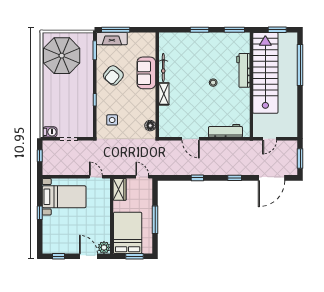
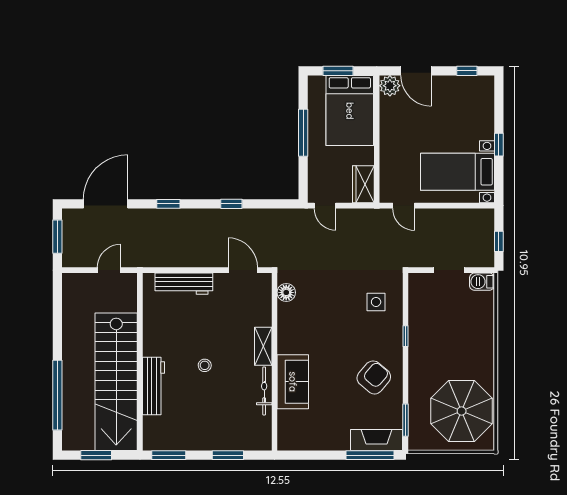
bicycle: (163, 67) -> (264, 391), moved
sofa: (146, 73) -> (293, 382), moved
wall: (157, 85) -> (275, 362), moved
shelving: (164, 94) -> (263, 346), moved
floor lamp: (150, 126) -> (286, 292), moved

